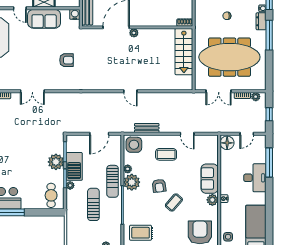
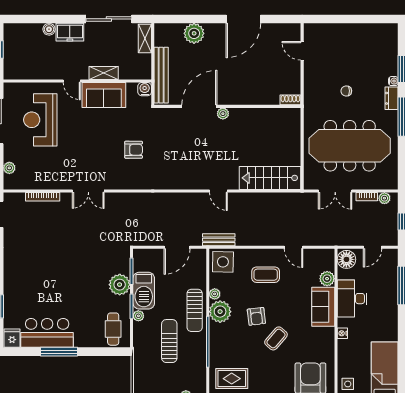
stairs: (184, 52) -> (270, 178), moved, turned 90
bench: (147, 128) -> (219, 240), moved
desk: (255, 178) -> (352, 299), moved, turned 180
plant: (212, 200) -> (327, 279), moved

